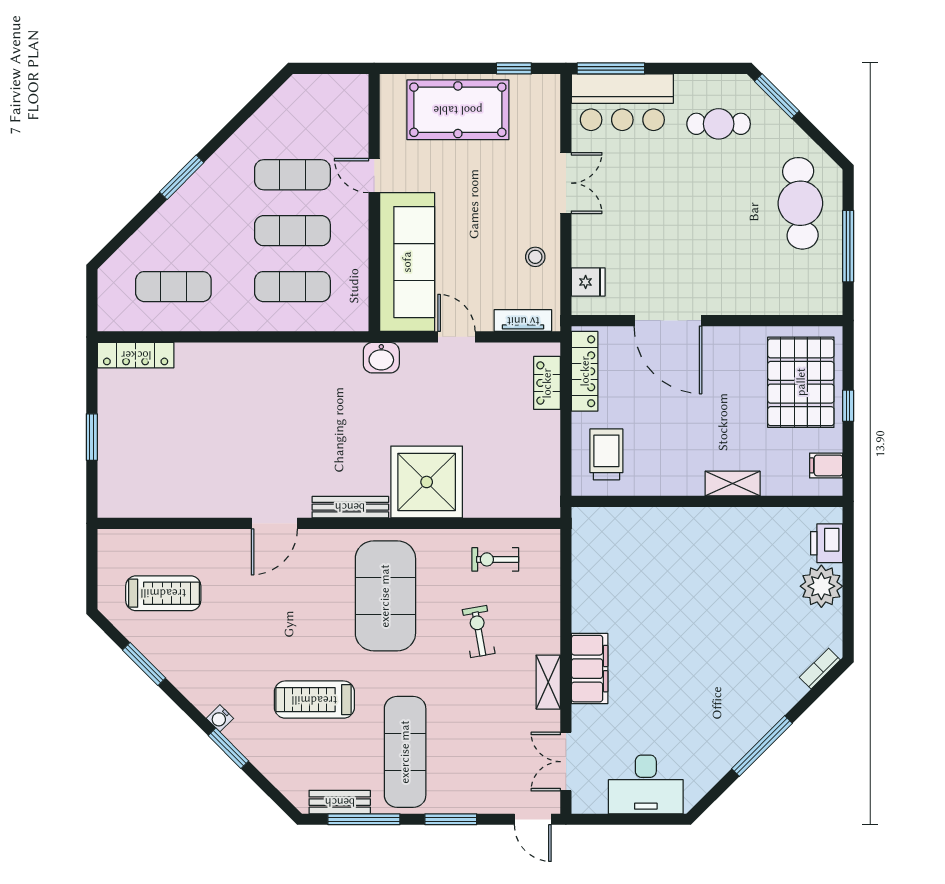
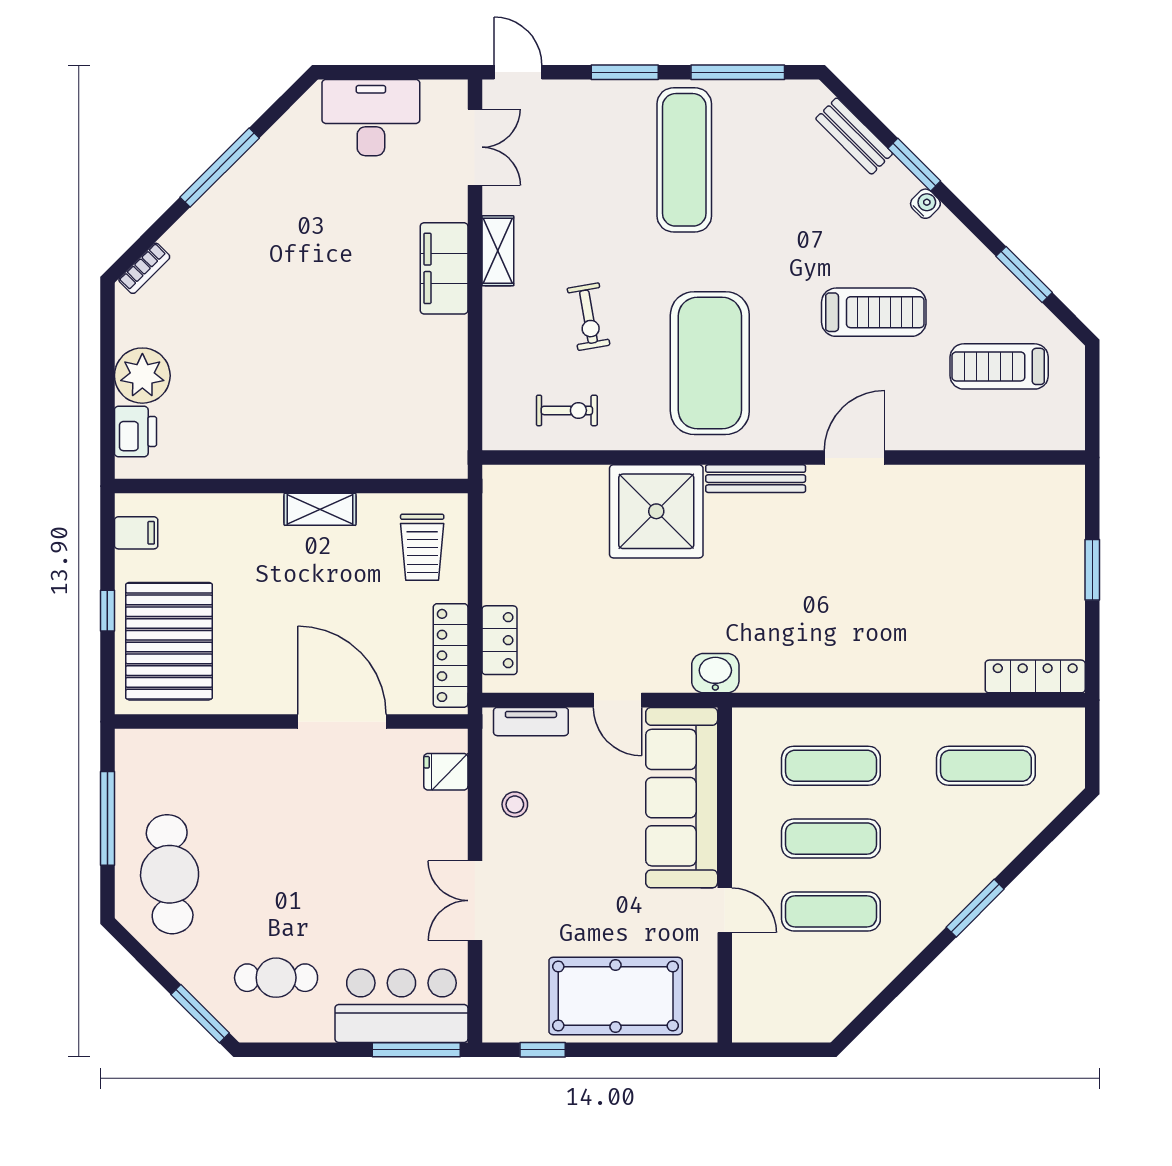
shelving: (733, 484) -> (320, 509), moved
treadmill: (314, 700) -> (874, 312), moved
bench: (340, 802) -> (854, 136), moved, turned 45

